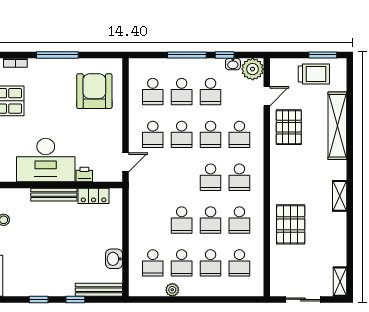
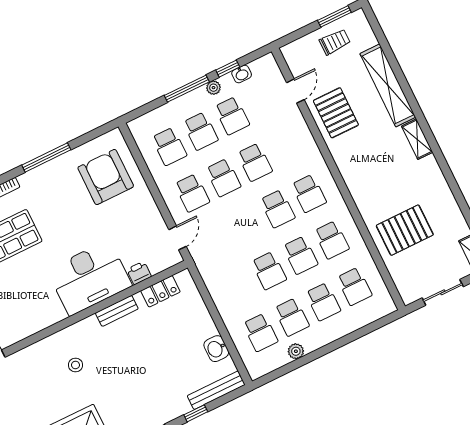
plant: (253, 69) -> (214, 88), moved, width x0.53, depth x0.53
trolley: (314, 74) -> (335, 42), width x0.73, depth x0.72
school desk: (239, 134) -> (286, 147), removed
bench: (54, 195) -> (117, 311), width x0.73
shelving: (340, 196) -> (417, 139), moved
pallet: (291, 224) -> (405, 230), moved, turned 90

